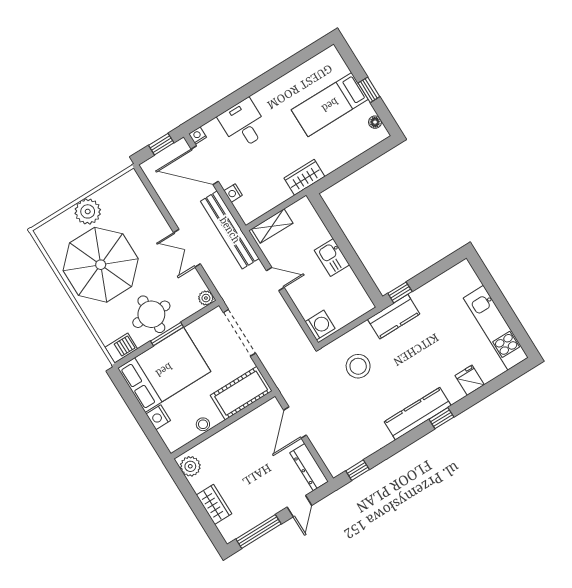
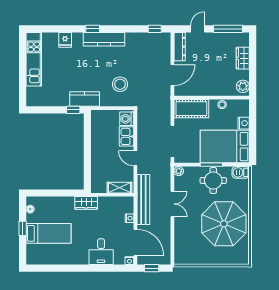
plant: (88, 211) -> (213, 256), removed
kitchen sink: (332, 258) -> (127, 136), moved, turned 180

